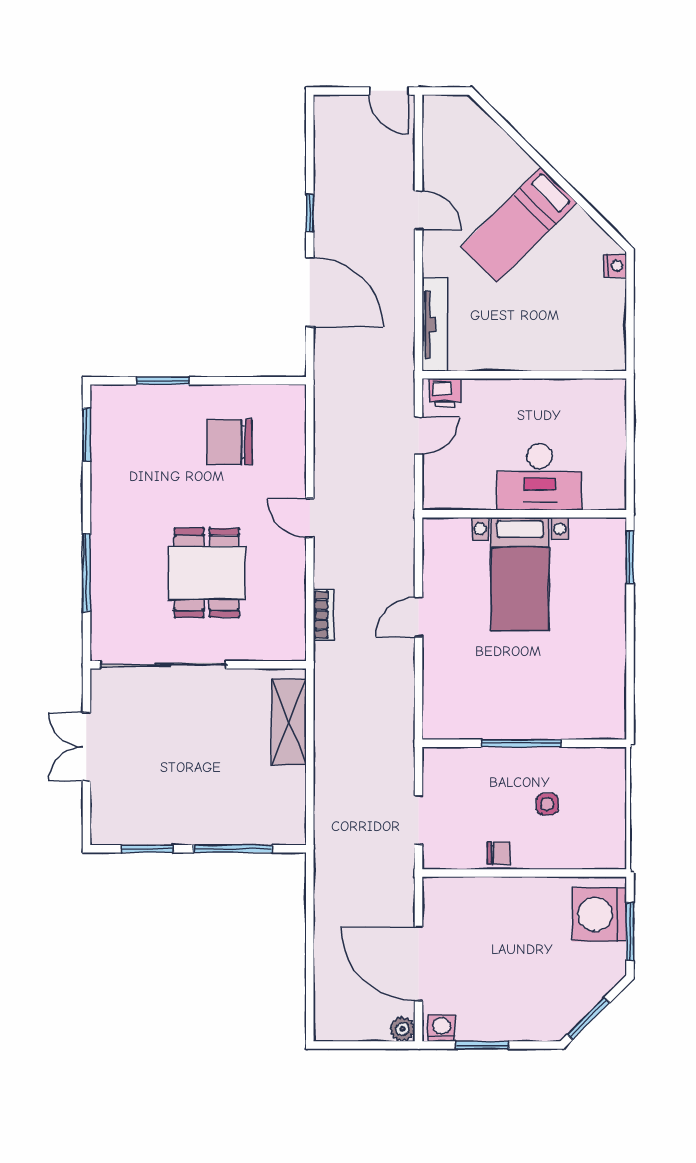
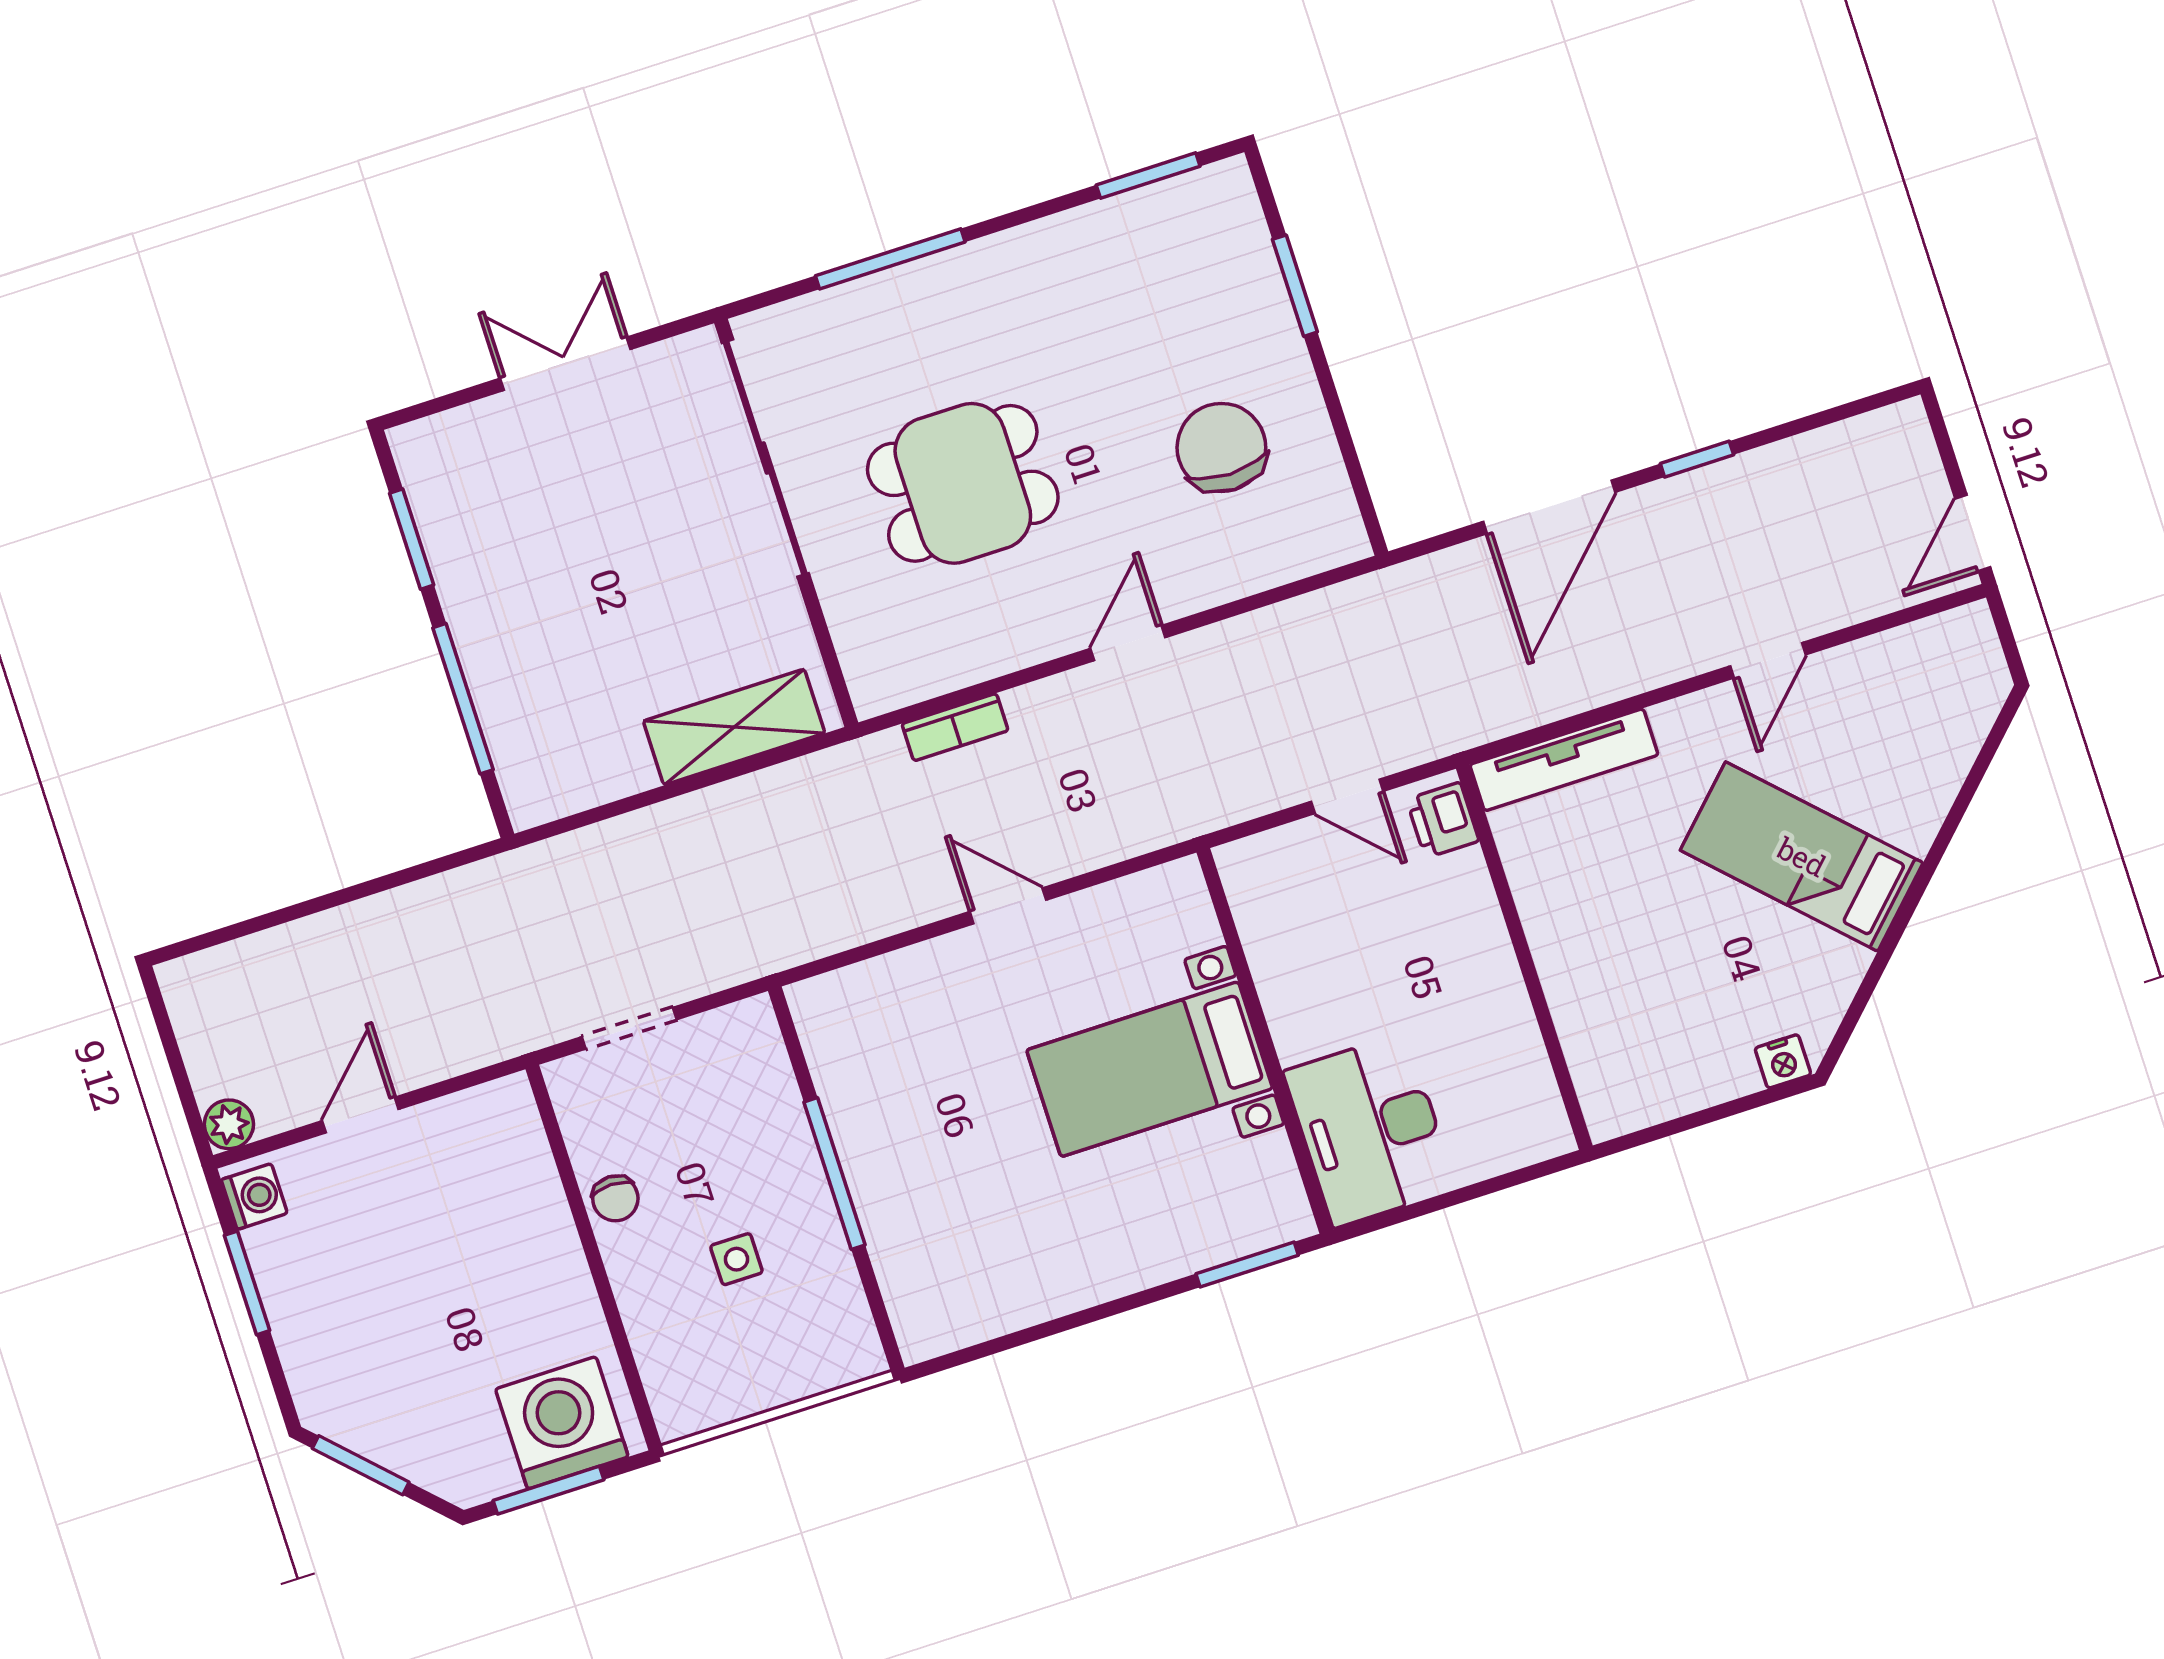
desk: (540, 477) -> (1370, 1130), moved
door: (419, 964) -> (360, 1115), width x0.53

